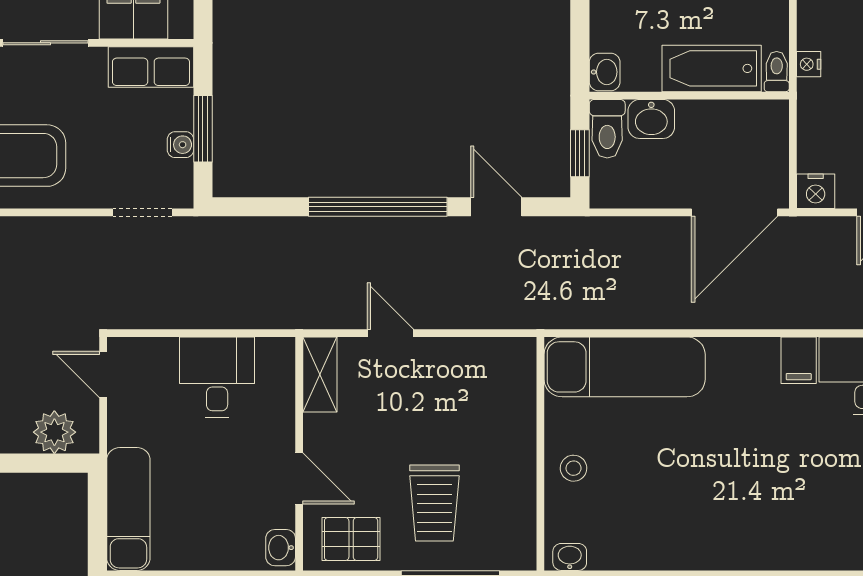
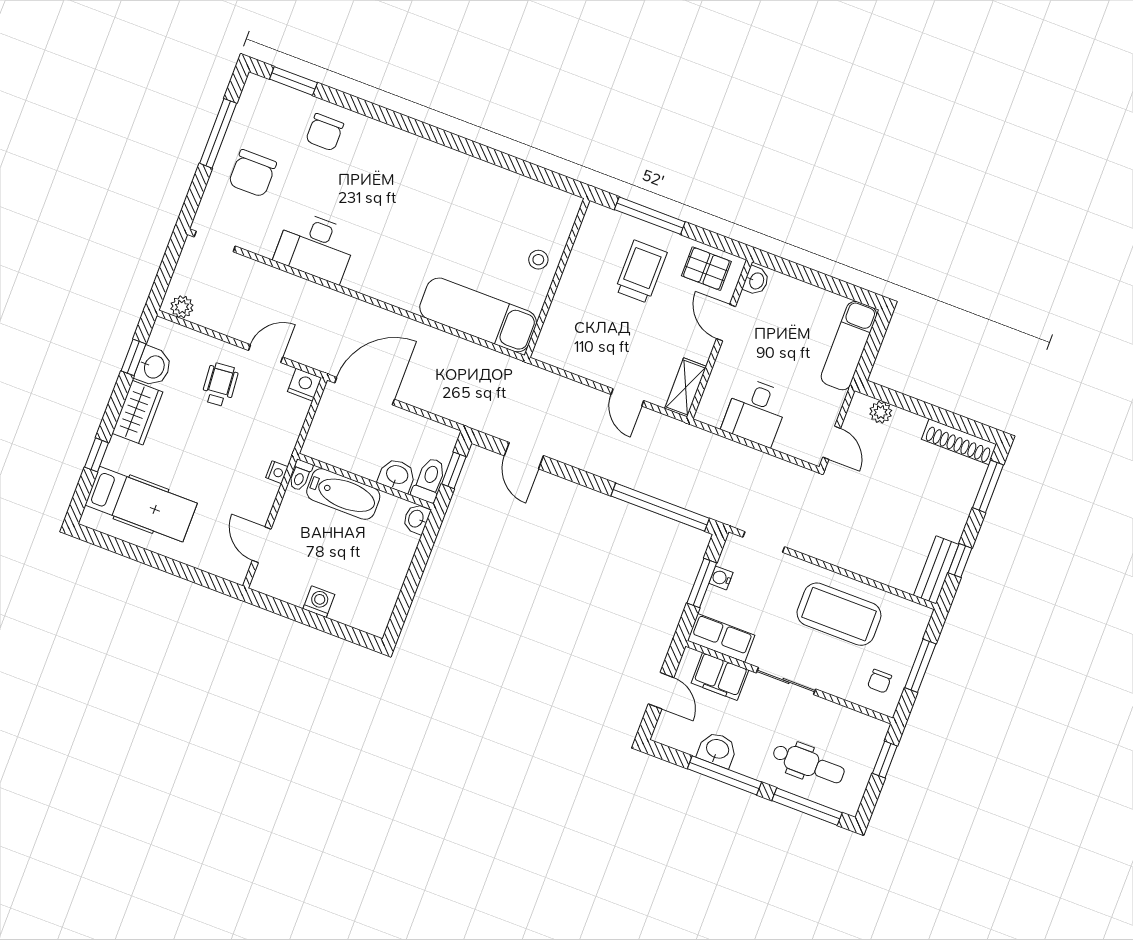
window: (378, 207) -> (660, 507), moved
filing cabinet: (799, 360) -> (359, 275), removed
plant: (54, 432) -> (881, 412), width x0.73, depth x0.73
washbasin: (570, 557) -> (564, 201), removed

